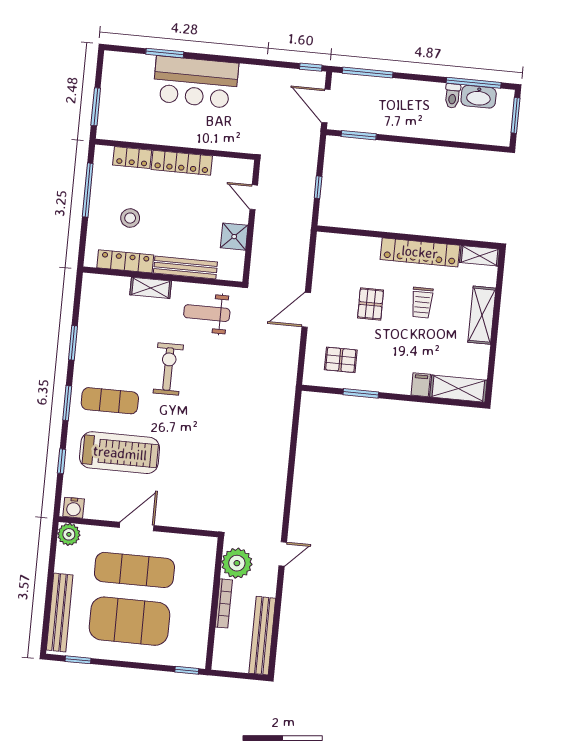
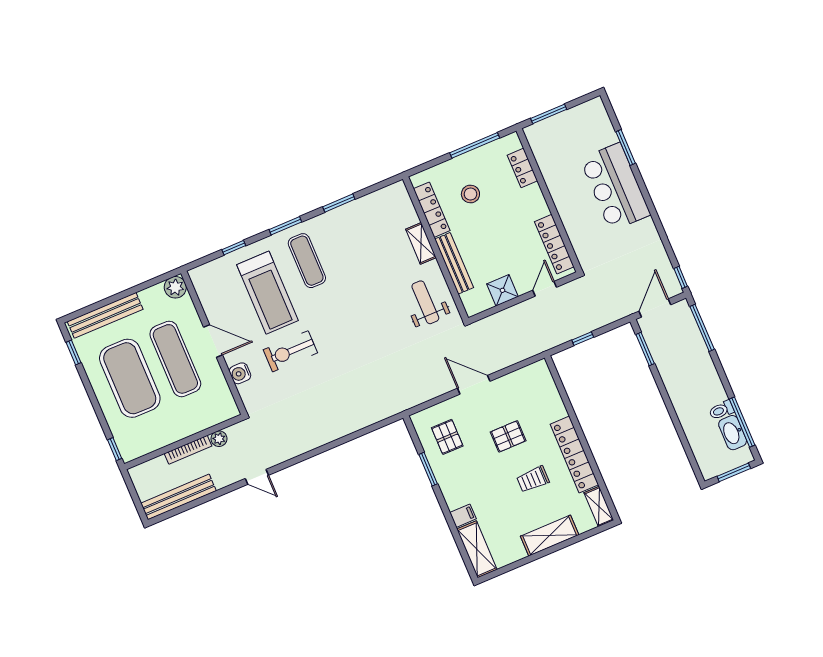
locker: (182, 163) -> (554, 244), moved
exercise bike: (168, 369) -> (290, 351), moved, turned 180
water cooler: (74, 508) -> (240, 373), moved
plant: (237, 563) -> (219, 439), width x0.53, depth x0.53

